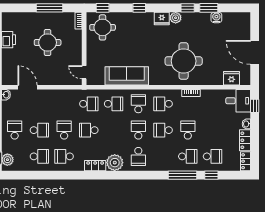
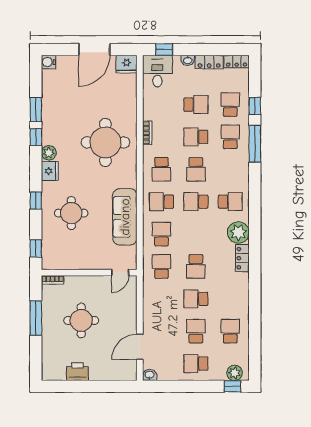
water cooler: (216, 17) -> (48, 62), moved
round table: (103, 27) -> (71, 213), moved
fridge: (232, 78) -> (127, 64), moved, turned -90
school desk: (64, 156) -> (196, 105), moved, turned -90

